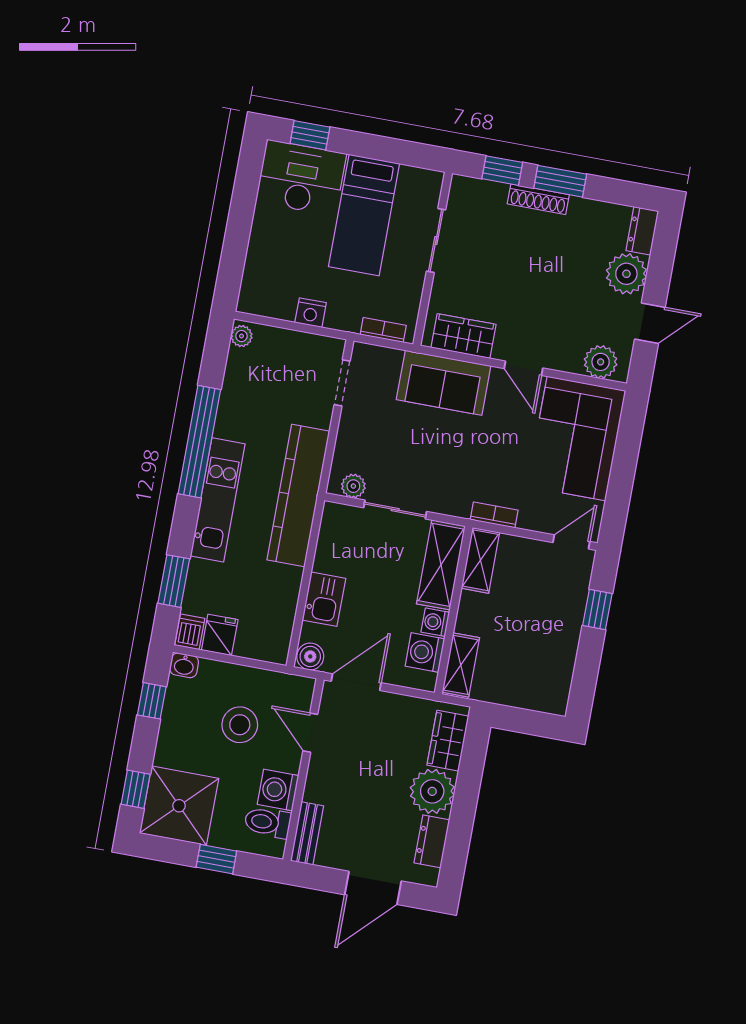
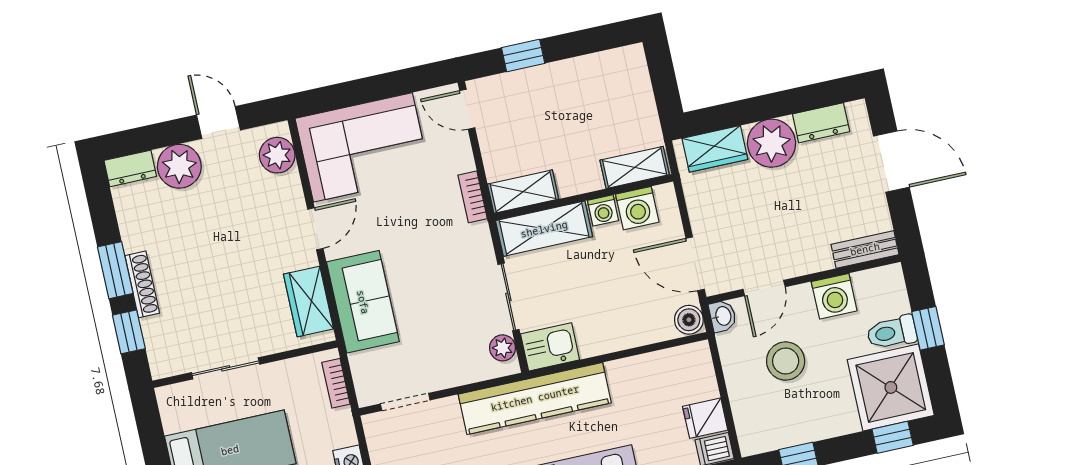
kitchen sink: (324, 599) -> (550, 347), moved
washbasin: (184, 665) -> (723, 316), moved
toilet: (268, 822) -> (892, 332), moved, turned 90

